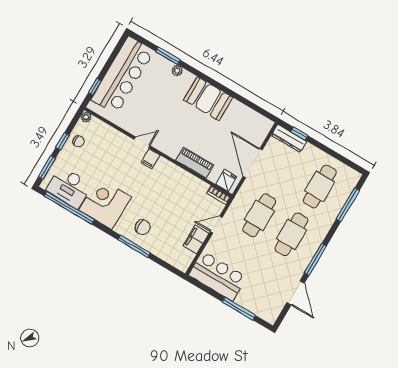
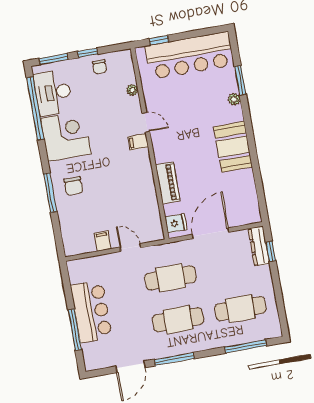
plant: (86, 117) -> (132, 90), moved
bookcase: (219, 195) -> (158, 228), removed
filing cabinet: (196, 239) -> (103, 241), width x0.50
bar counter: (218, 276) -> (91, 311), moved

